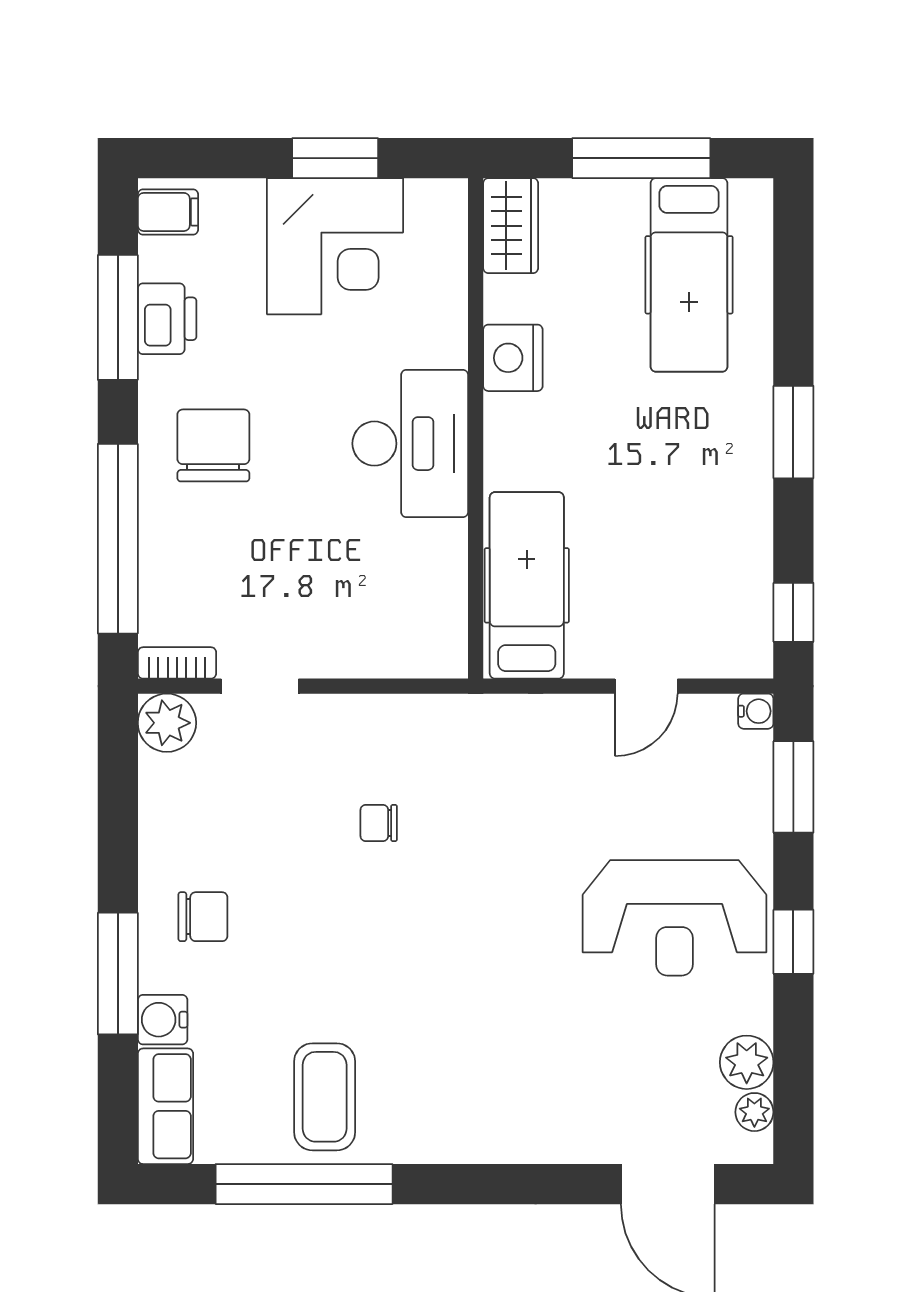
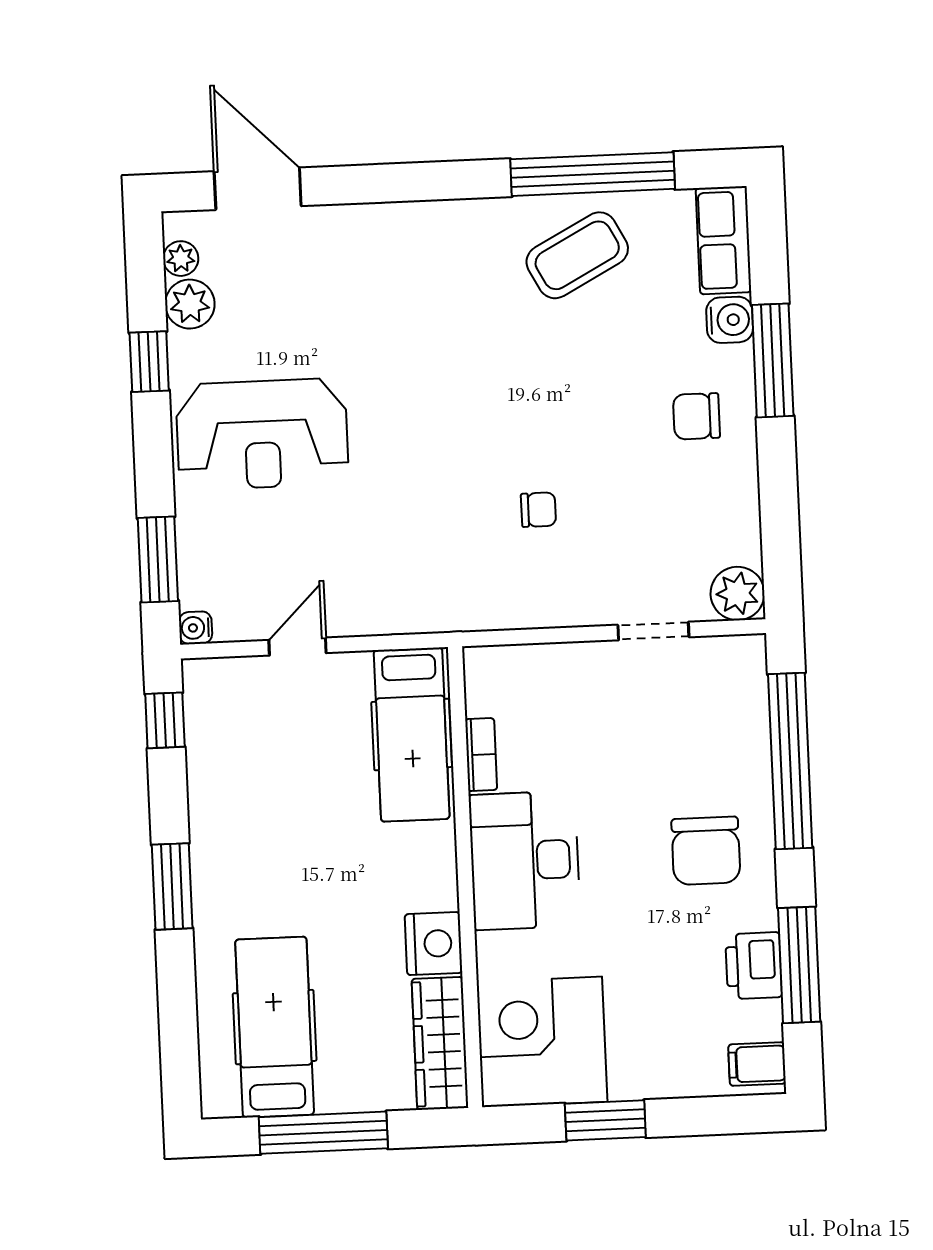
wardrobe: (511, 226) -> (440, 1043), width x1.50
corner desk: (335, 246) -> (542, 1042), moved
bookcase: (177, 663) -> (481, 755), moved, turned -90
reception desk: (674, 918) -> (262, 434), turned 180
window: (793, 942) -> (149, 362), moved
coffee table: (325, 1097) -> (577, 255), turned 62

